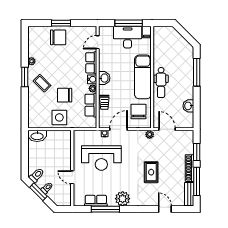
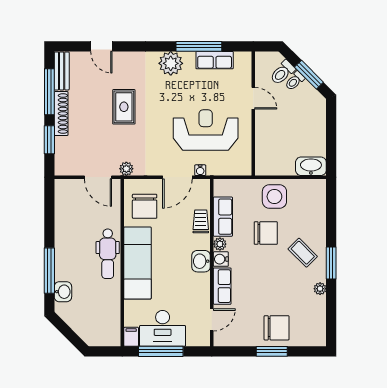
chair: (58, 37) -> (277, 328), turned 180
dental chair: (161, 83) -> (108, 254), turned 180
washbasin: (188, 106) -> (63, 292), moved
toilet: (37, 175) -> (282, 73), moved

